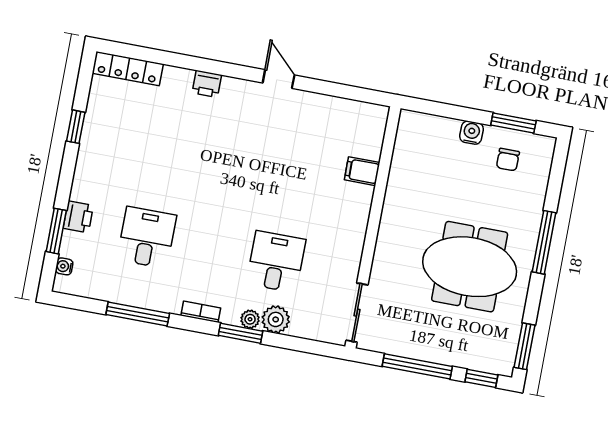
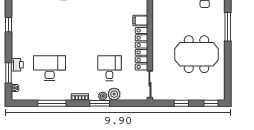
locker: (353, 233) -> (141, 49), added
desk: (147, 237) -> (50, 68), width x1.37
window: (544, 242) -> (228, 27), moved
window: (524, 346) -> (228, 85), removed
window: (417, 366) -> (181, 103), width x0.46

